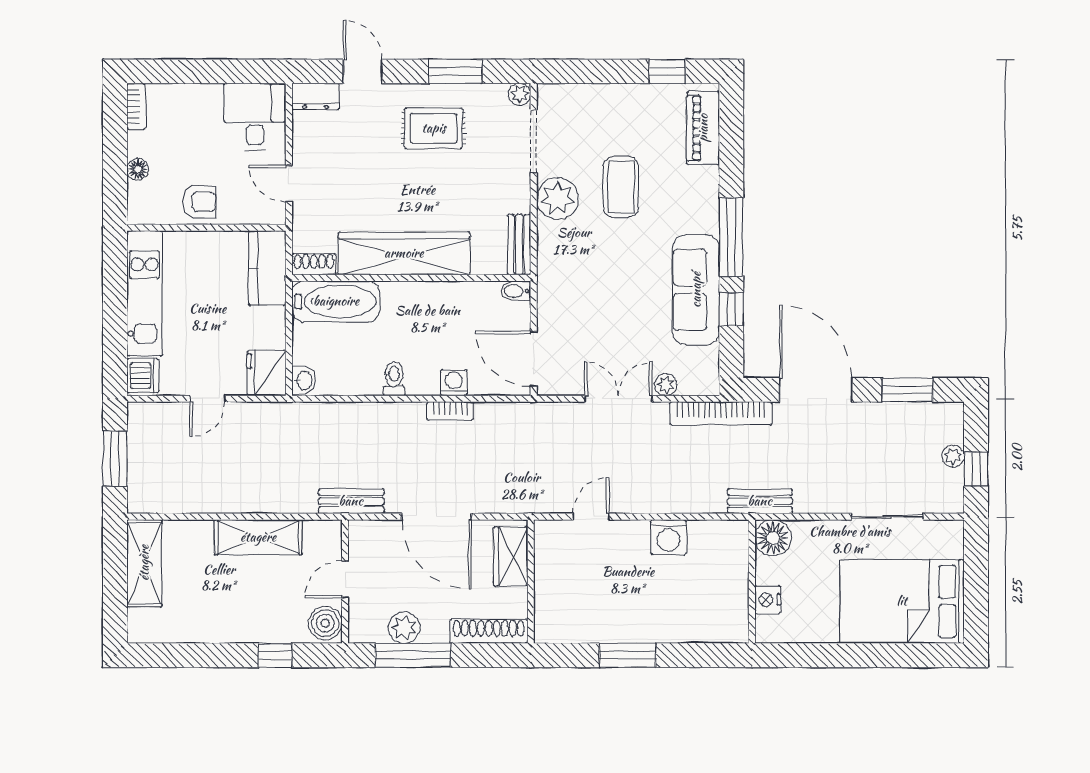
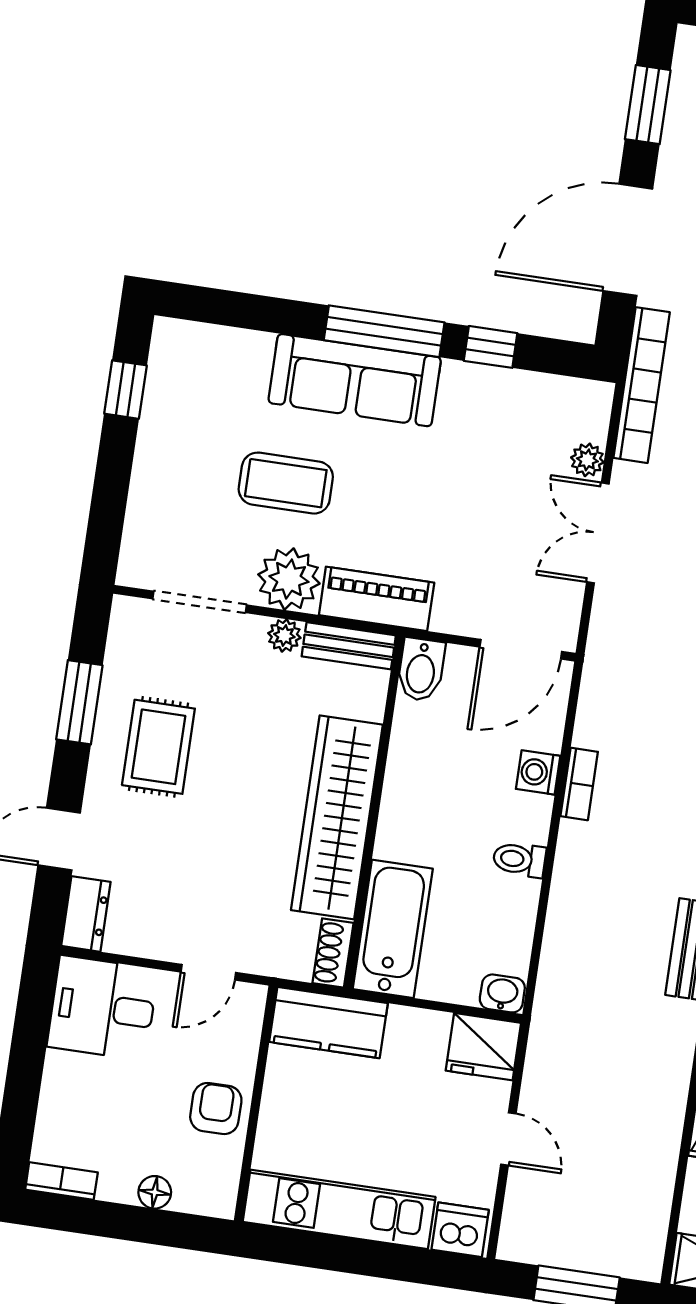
plant: (520, 94) -> (284, 635), moved
piano: (703, 128) -> (377, 599), moved, turned 180
sofa: (696, 290) -> (355, 380), moved
bidet: (516, 291) -> (421, 670), width x1.38, depth x1.36

